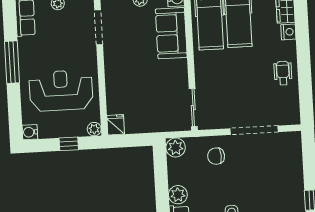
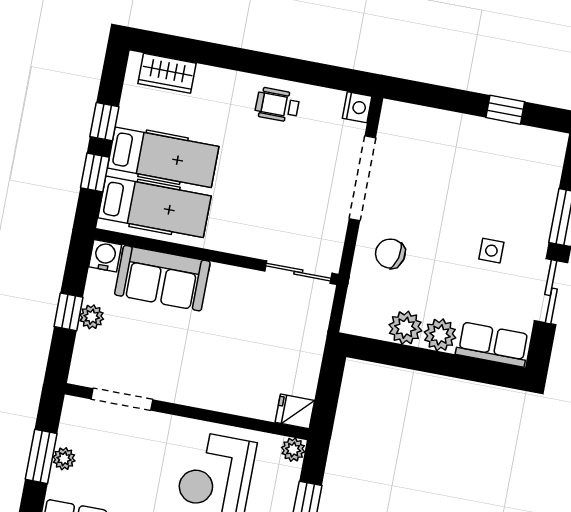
nightstand: (288, 32) -> (357, 107), moved, turned 90
plant: (176, 148) -> (405, 328), moved
chair: (216, 156) -> (390, 254), turned 106

